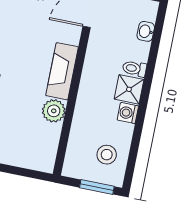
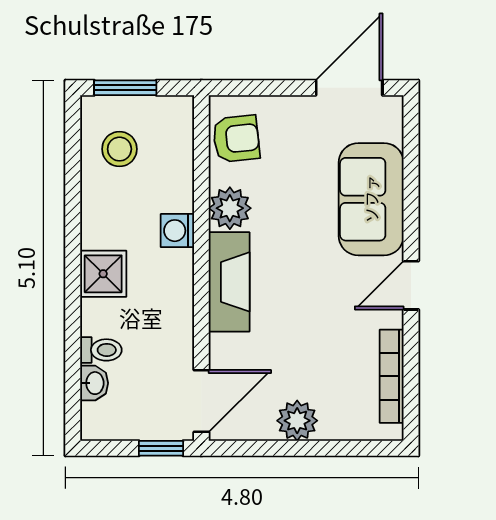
toilet: (134, 69) -> (101, 350), moved
washing machine: (128, 113) -> (177, 231), moved, turned 180
armchair: (43, 148) -> (236, 139), added

